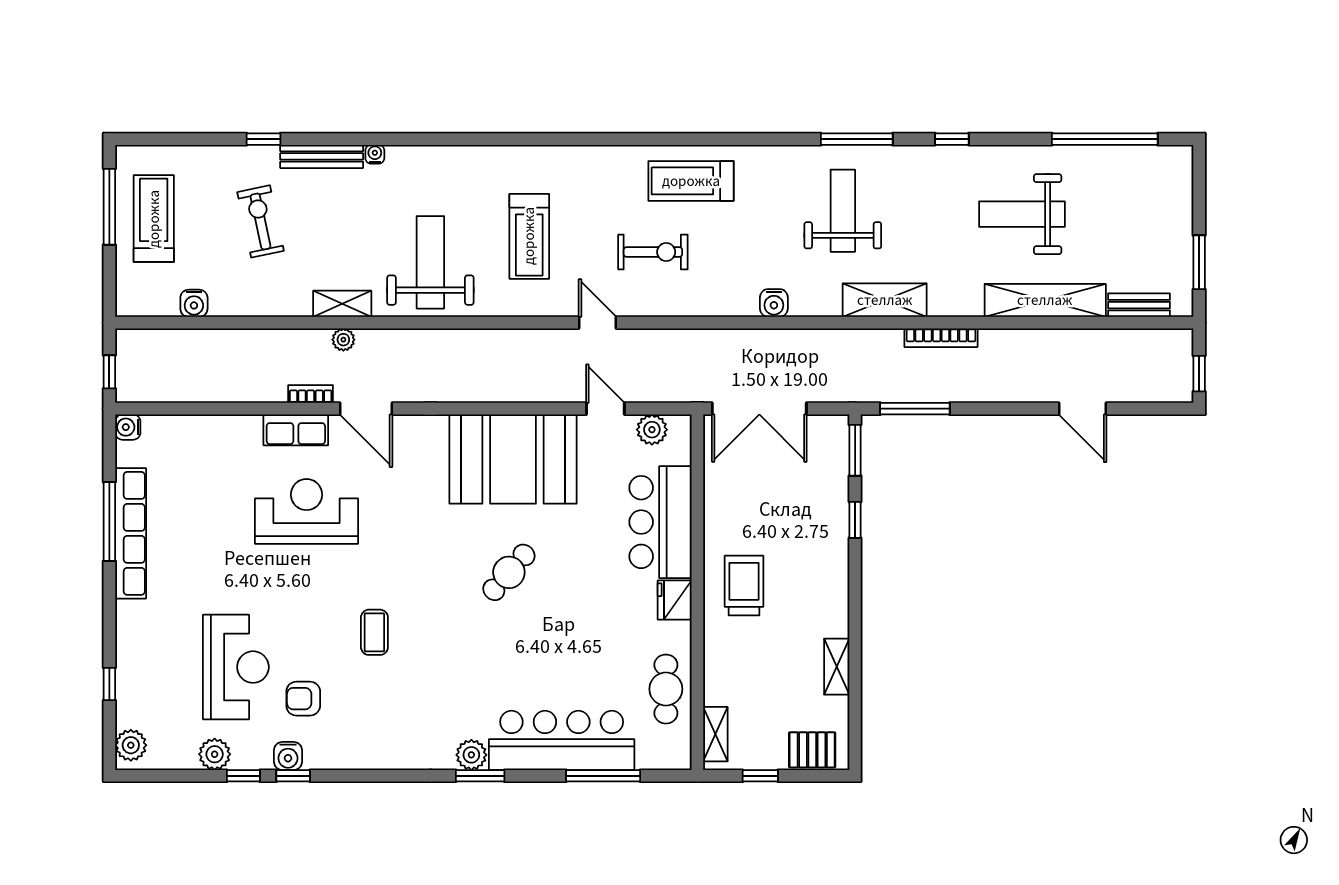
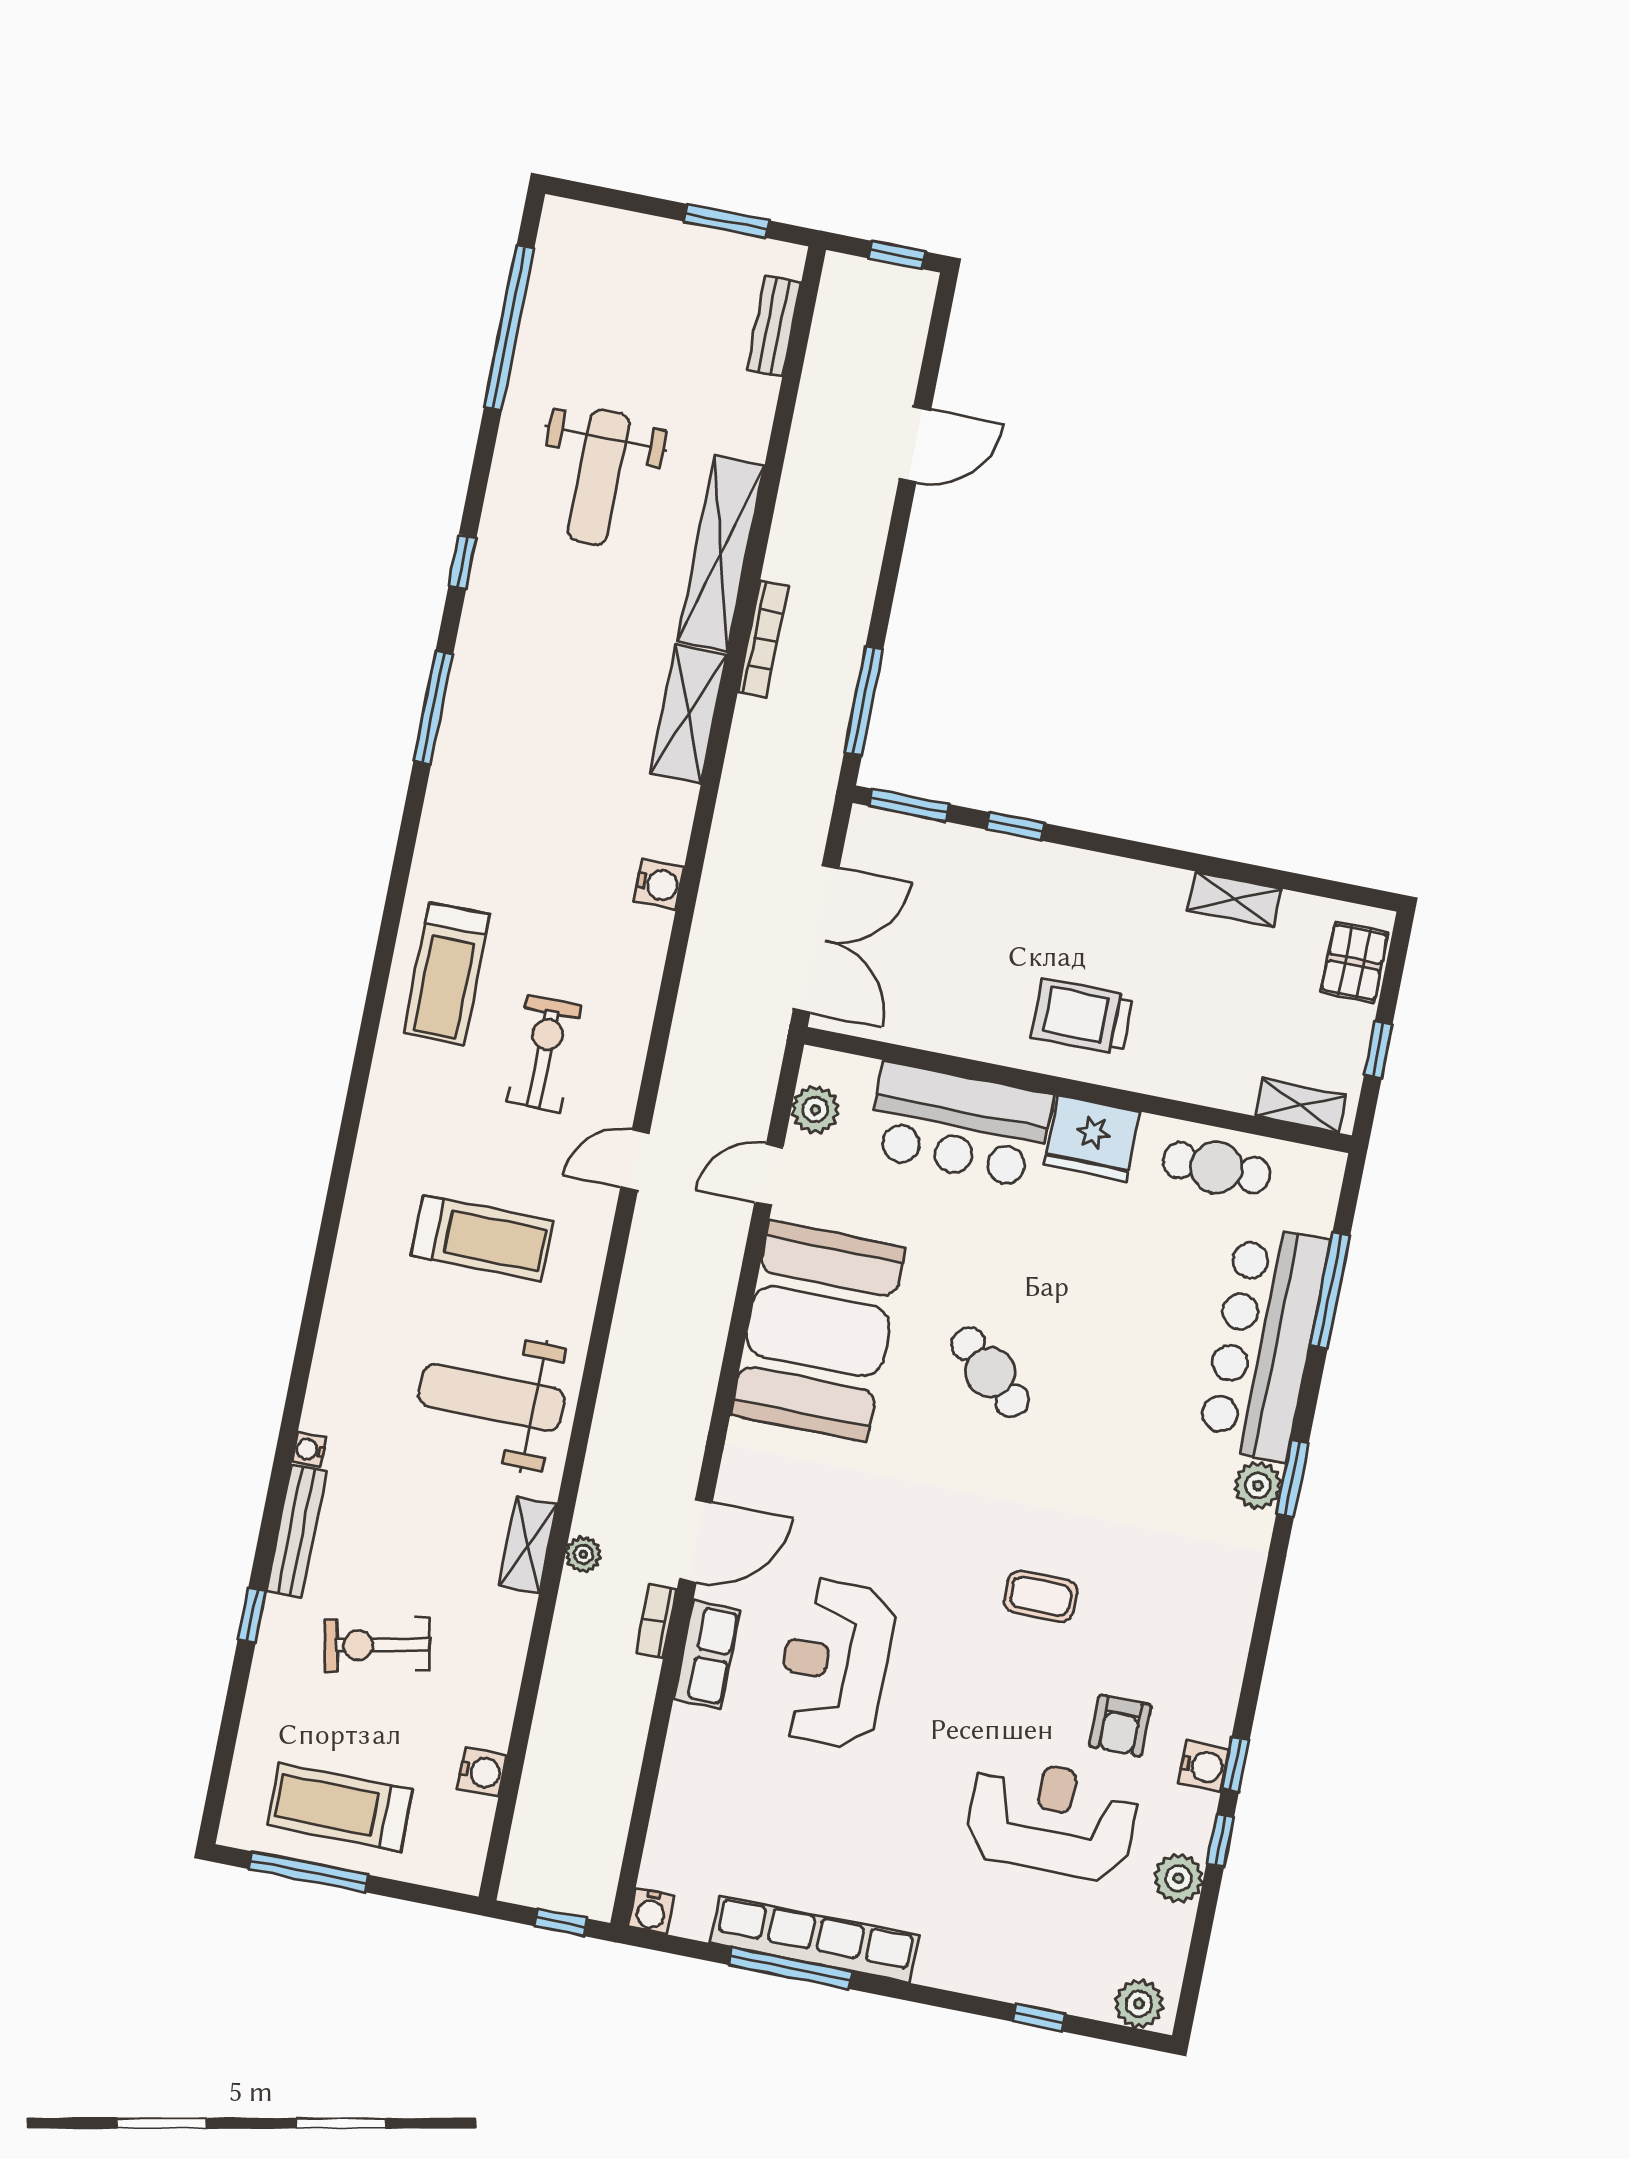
weight bench: (843, 211) -> (539, 751), removed
shelving: (1045, 300) -> (721, 553), moved
fridge: (675, 600) -> (1092, 1138), width x1.36, depth x1.34

